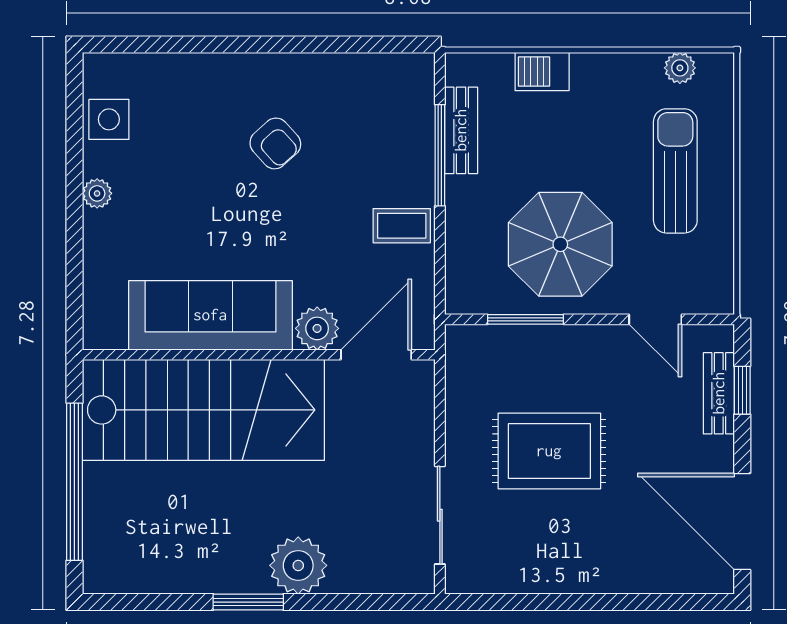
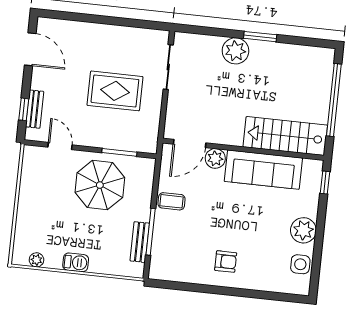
barbecue: (542, 72) -> (76, 262), moved
armchair: (275, 143) -> (226, 262), moved, turned 132
sun lounger: (675, 171) -> (44, 213), removed
plant: (97, 193) -> (303, 230), width x1.87, depth x1.87
window: (74, 302) -> (325, 183), added
stairs: (203, 410) -> (285, 136), width x0.73, depth x0.66
door: (742, 522) -> (30, 49), width x0.73

